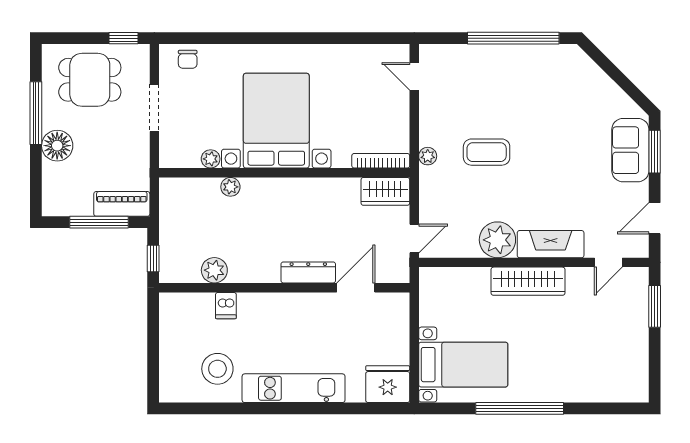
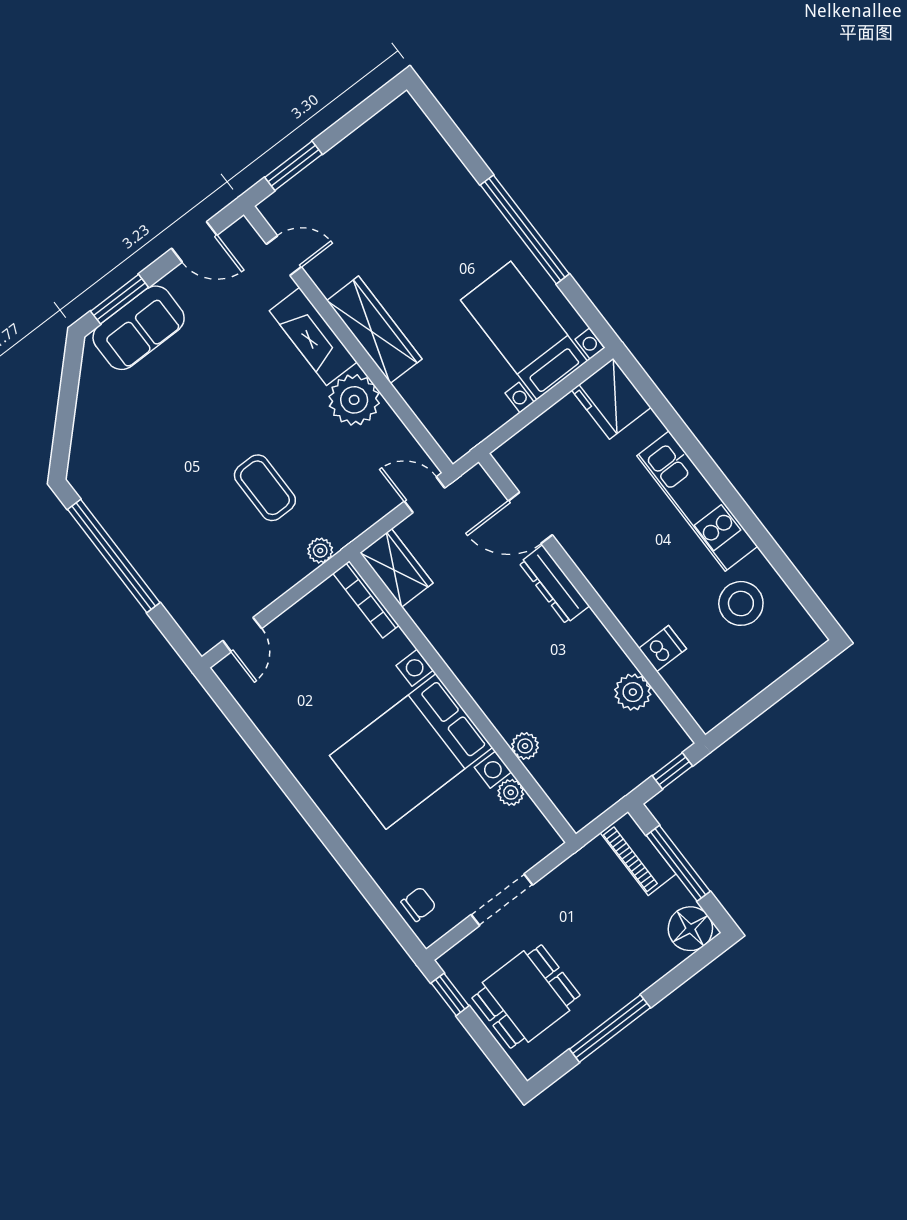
dining table: (90, 80) -> (526, 997), turned 90
floor lamp: (57, 146) -> (690, 929), moved

